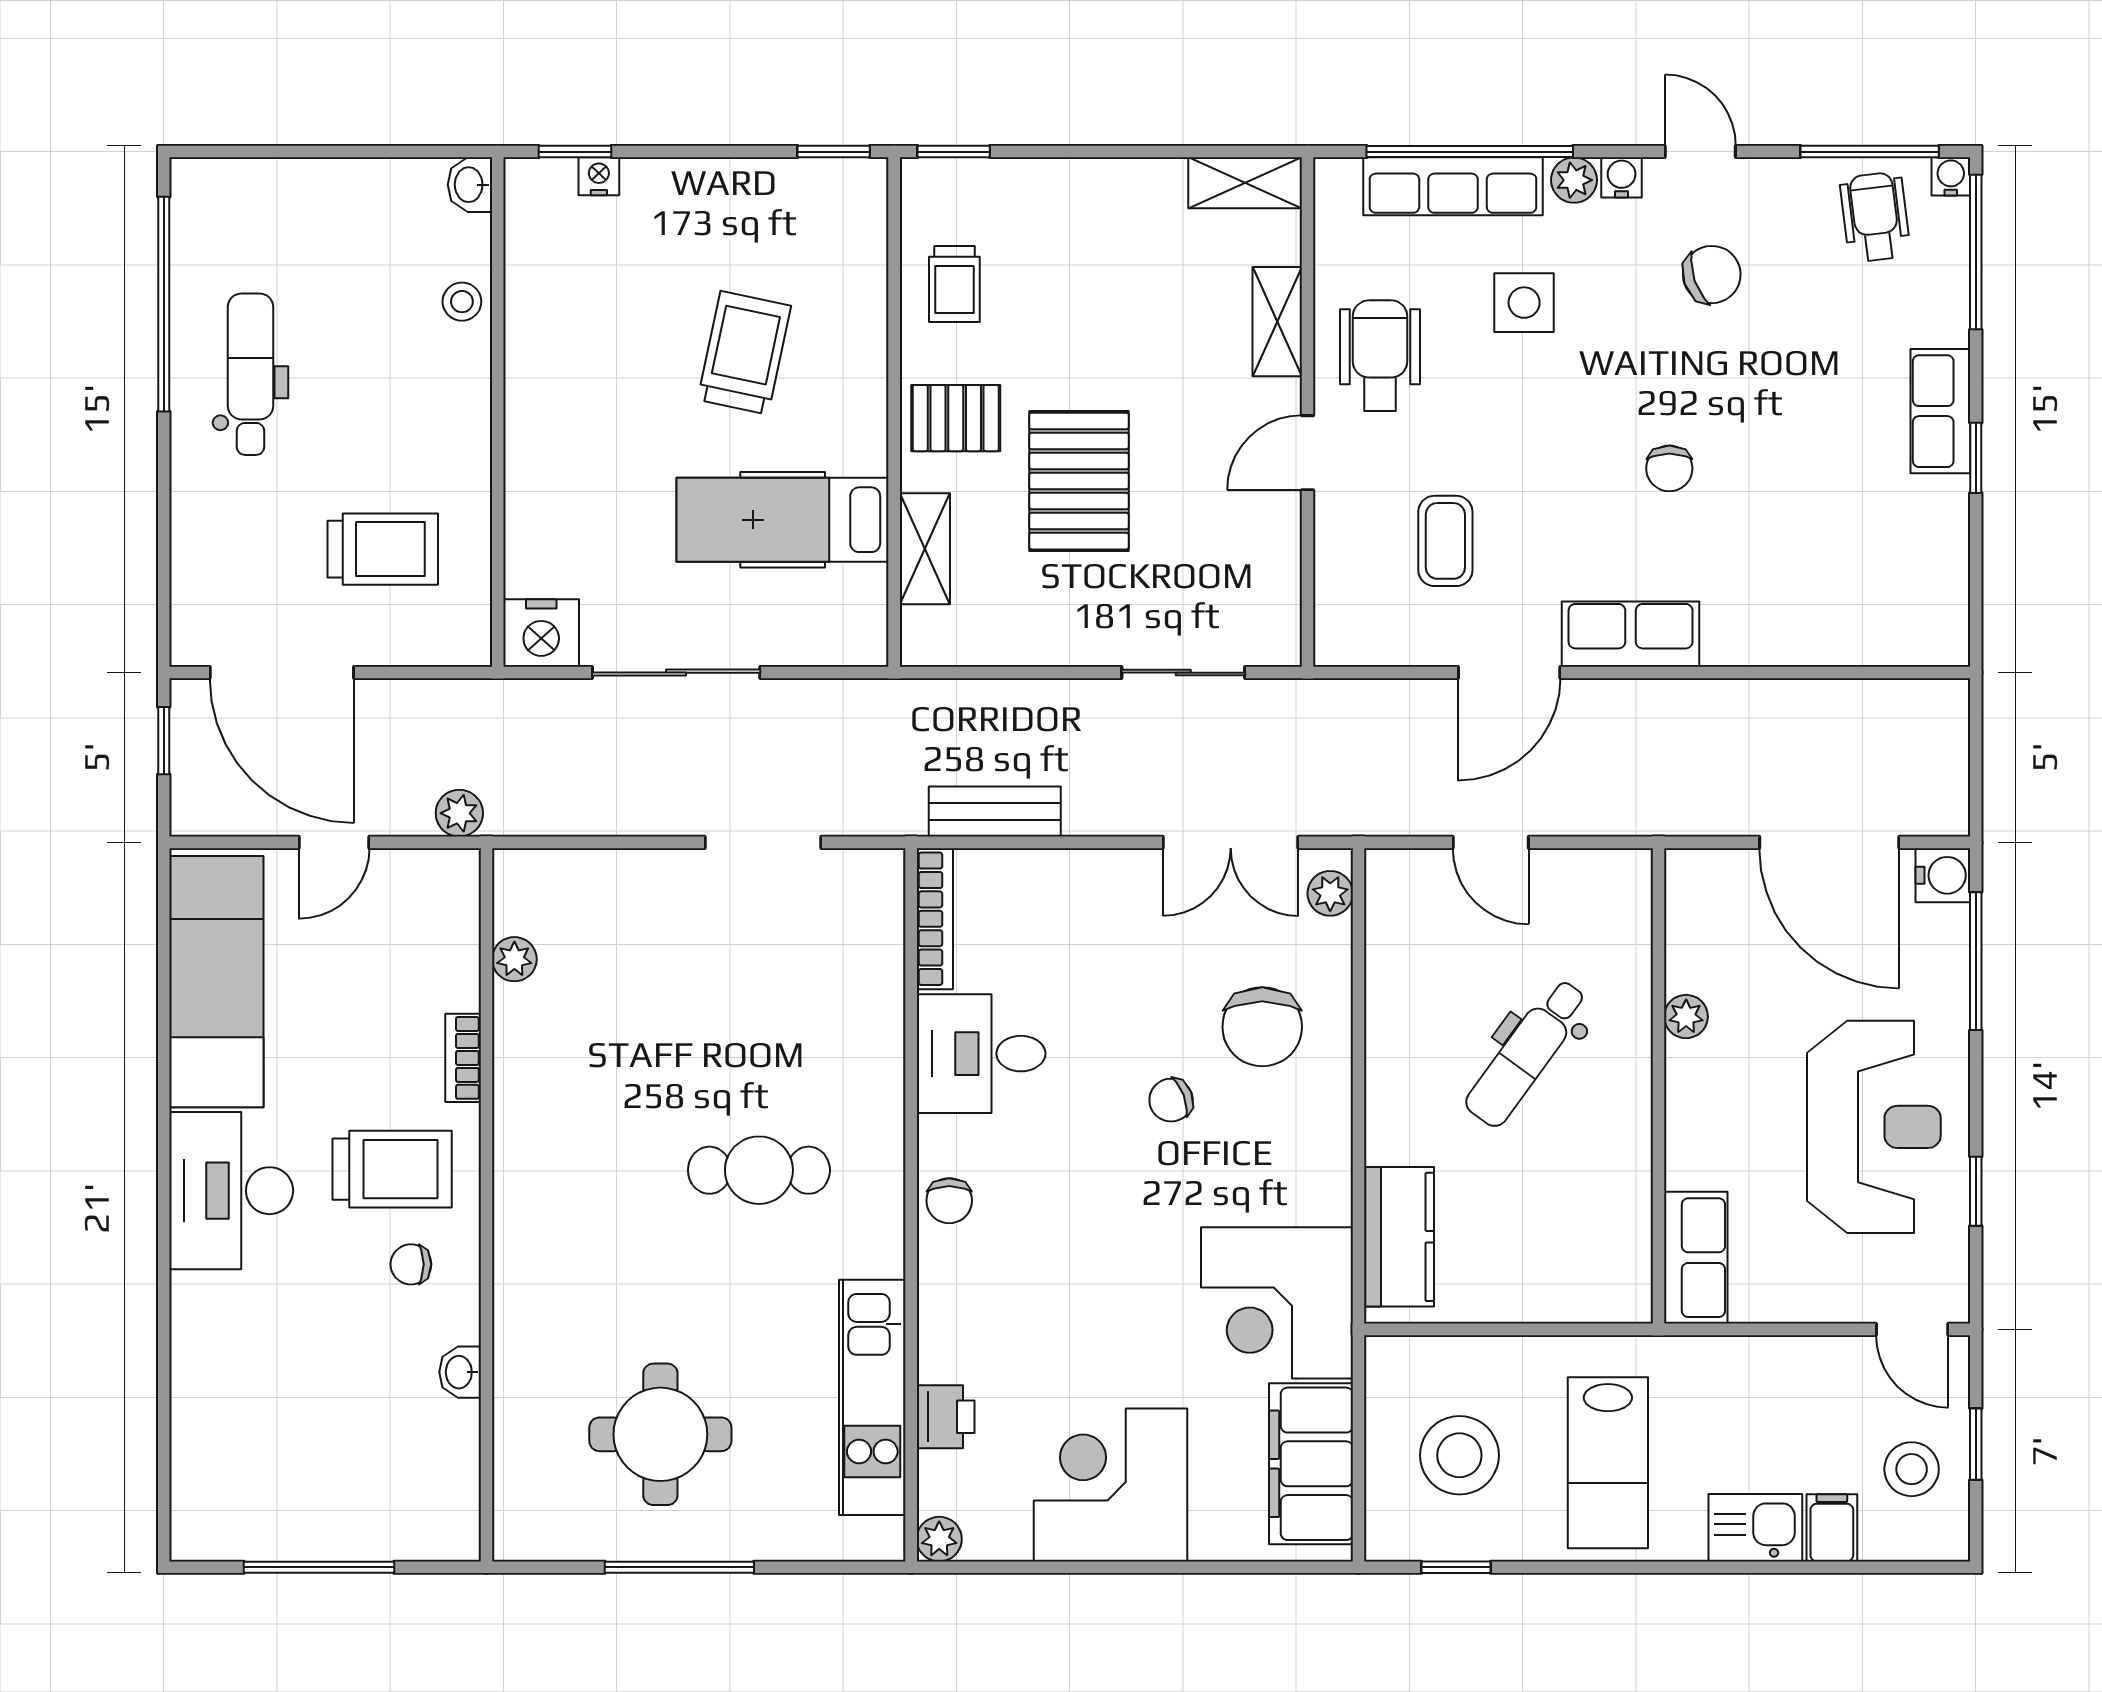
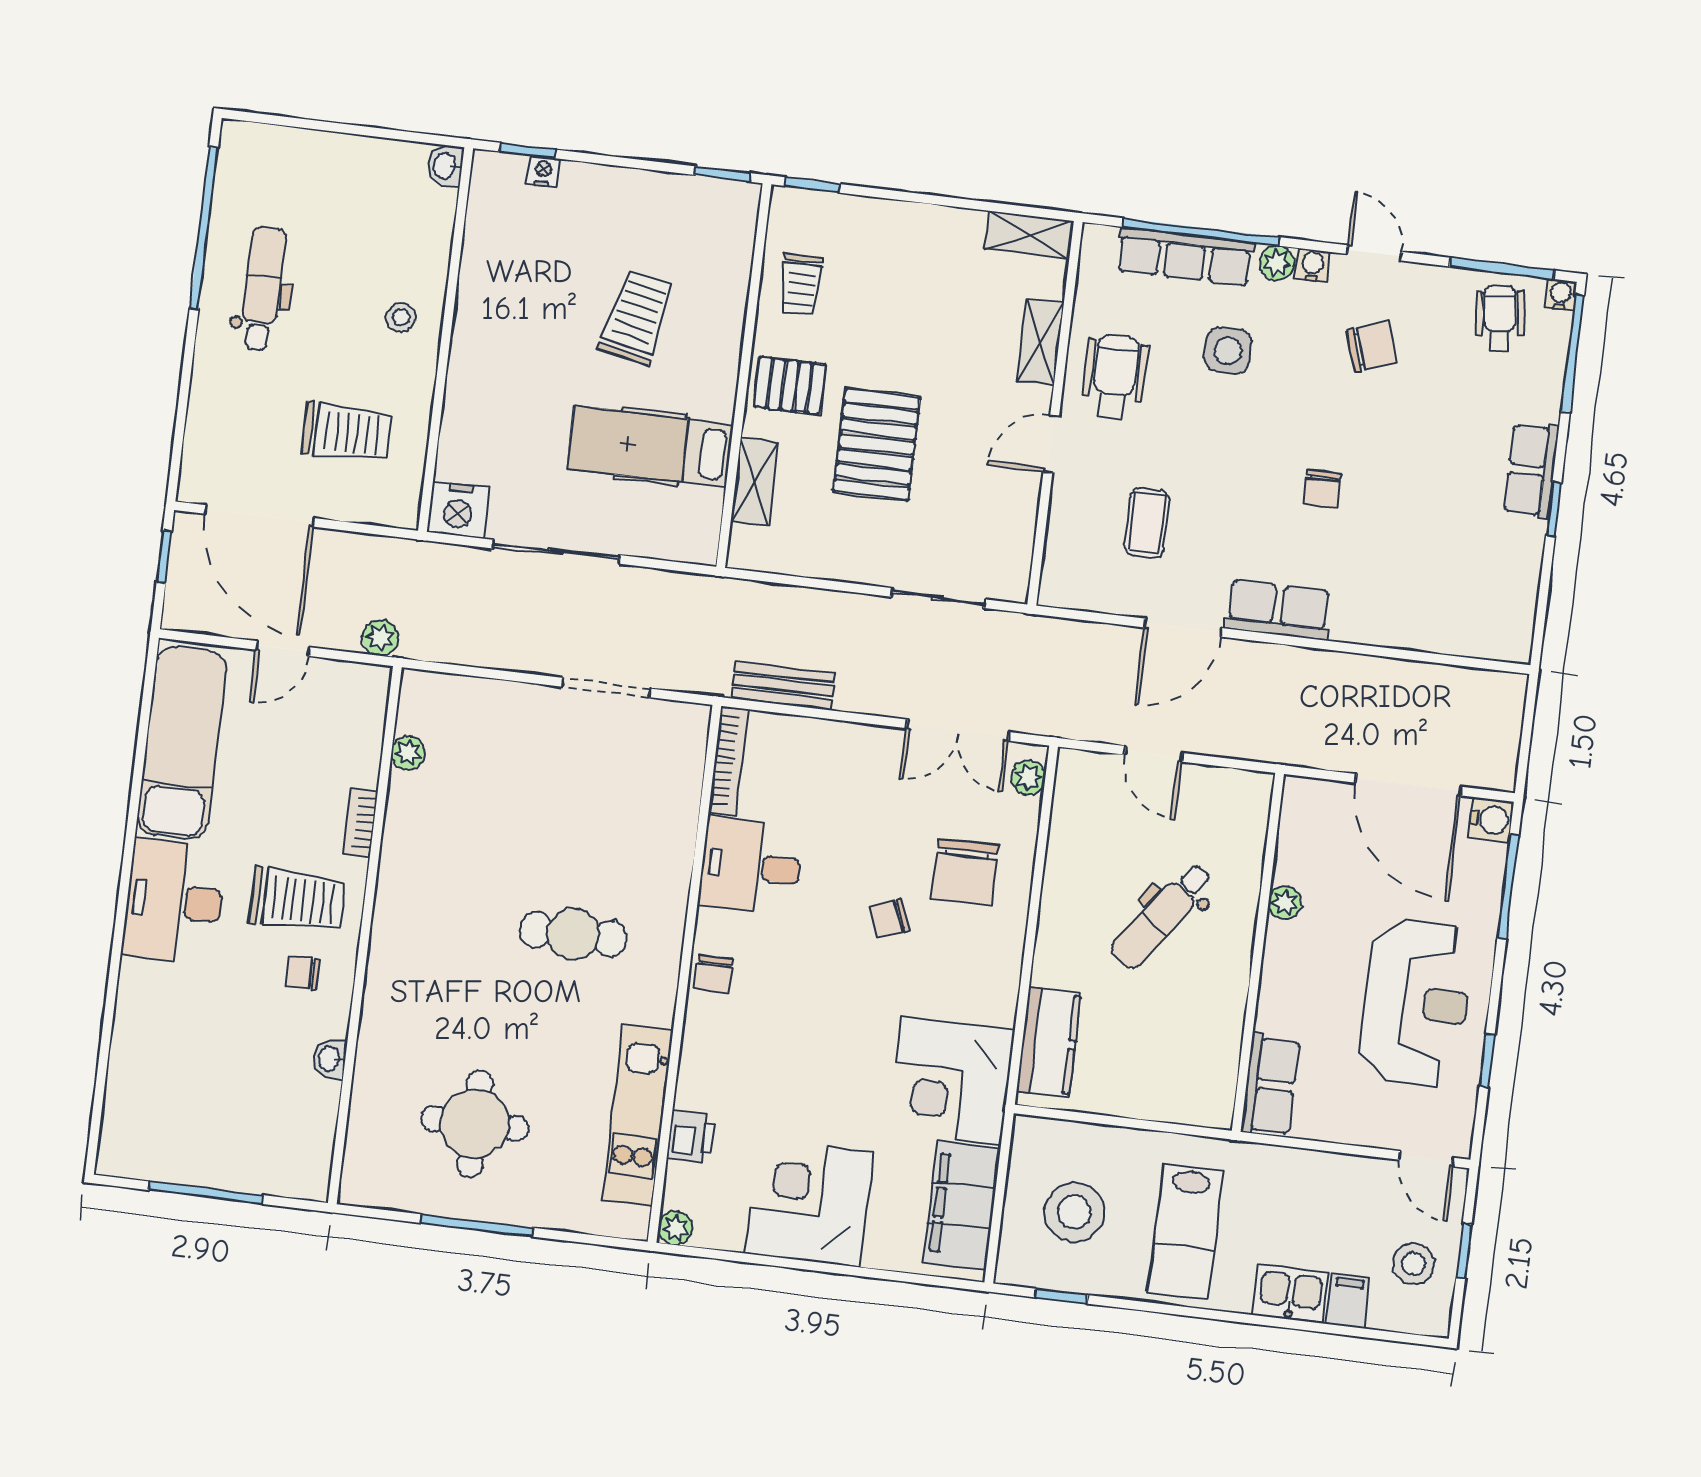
stool: (462, 302) -> (401, 317), moved

